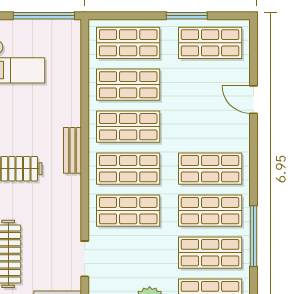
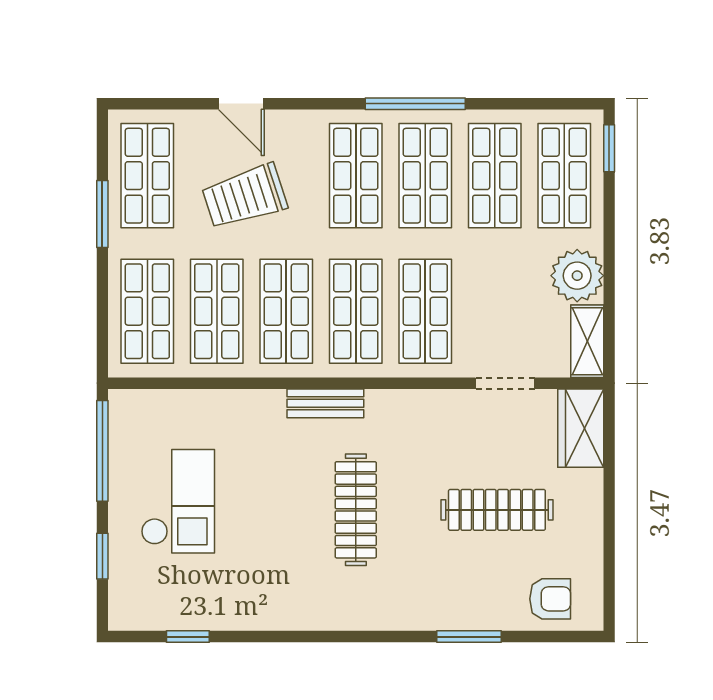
door: (253, 100) -> (241, 104), hinge flipped
trolley: (197, 102) -> (245, 196), added
window: (253, 236) -> (415, 104), moved

